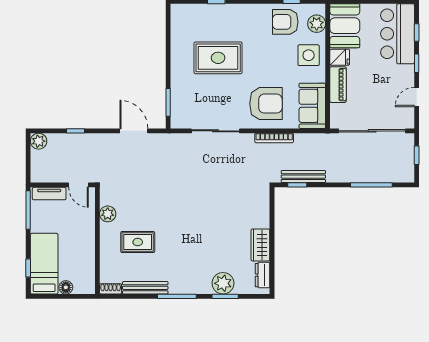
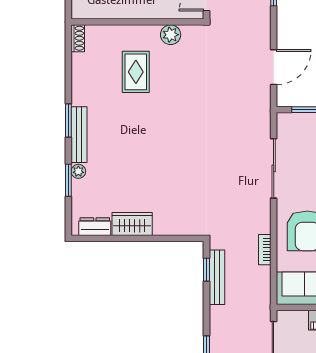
bookcase: (274, 138) -> (265, 250), width x0.64
plant: (223, 283) -> (78, 171), width x0.53, depth x0.53
bench: (145, 288) -> (79, 135), moved
window: (177, 296) -> (68, 121), width x0.69

